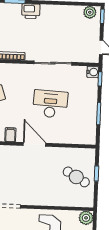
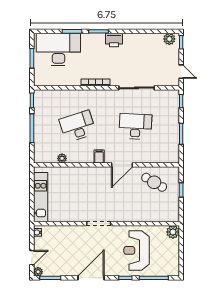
water cooler: (93, 72) -> (174, 95), removed
door: (35, 144) -> (122, 165), swing flipped
cafe table: (76, 177) -> (154, 182), moved

